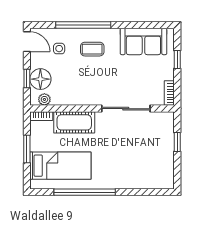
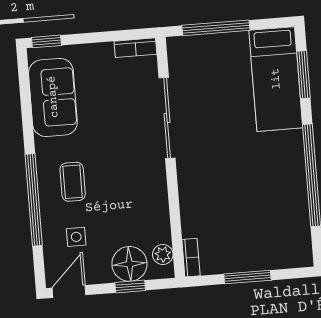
window: (177, 59) -> (46, 41), moved
cot: (74, 122) -> (197, 202), removed
window: (177, 142) -> (216, 28), width x2.17
bed: (60, 166) -> (276, 79), moved, turned 180
window: (145, 192) -> (303, 75), added

